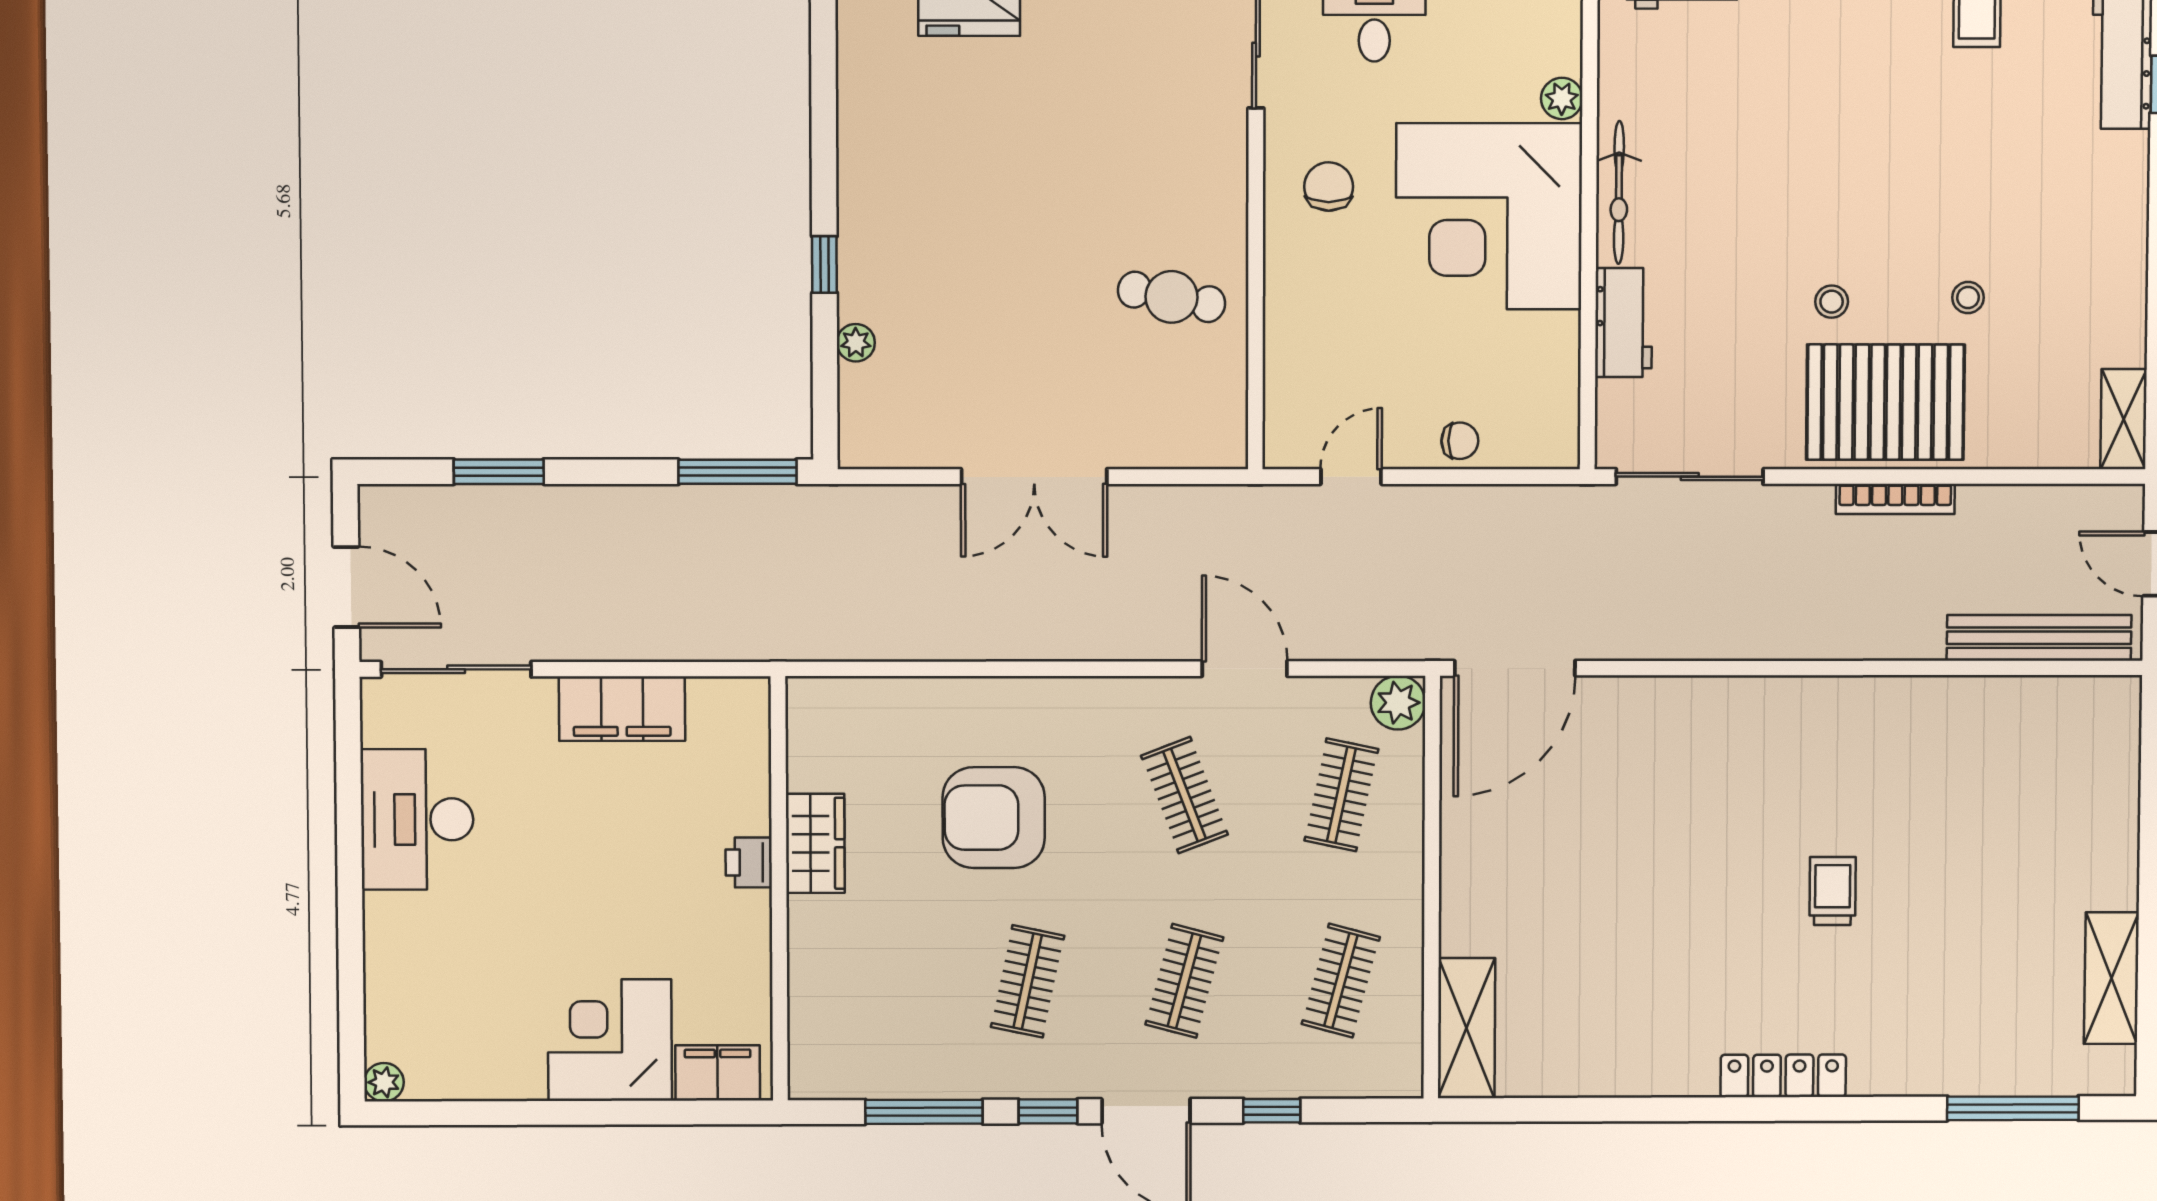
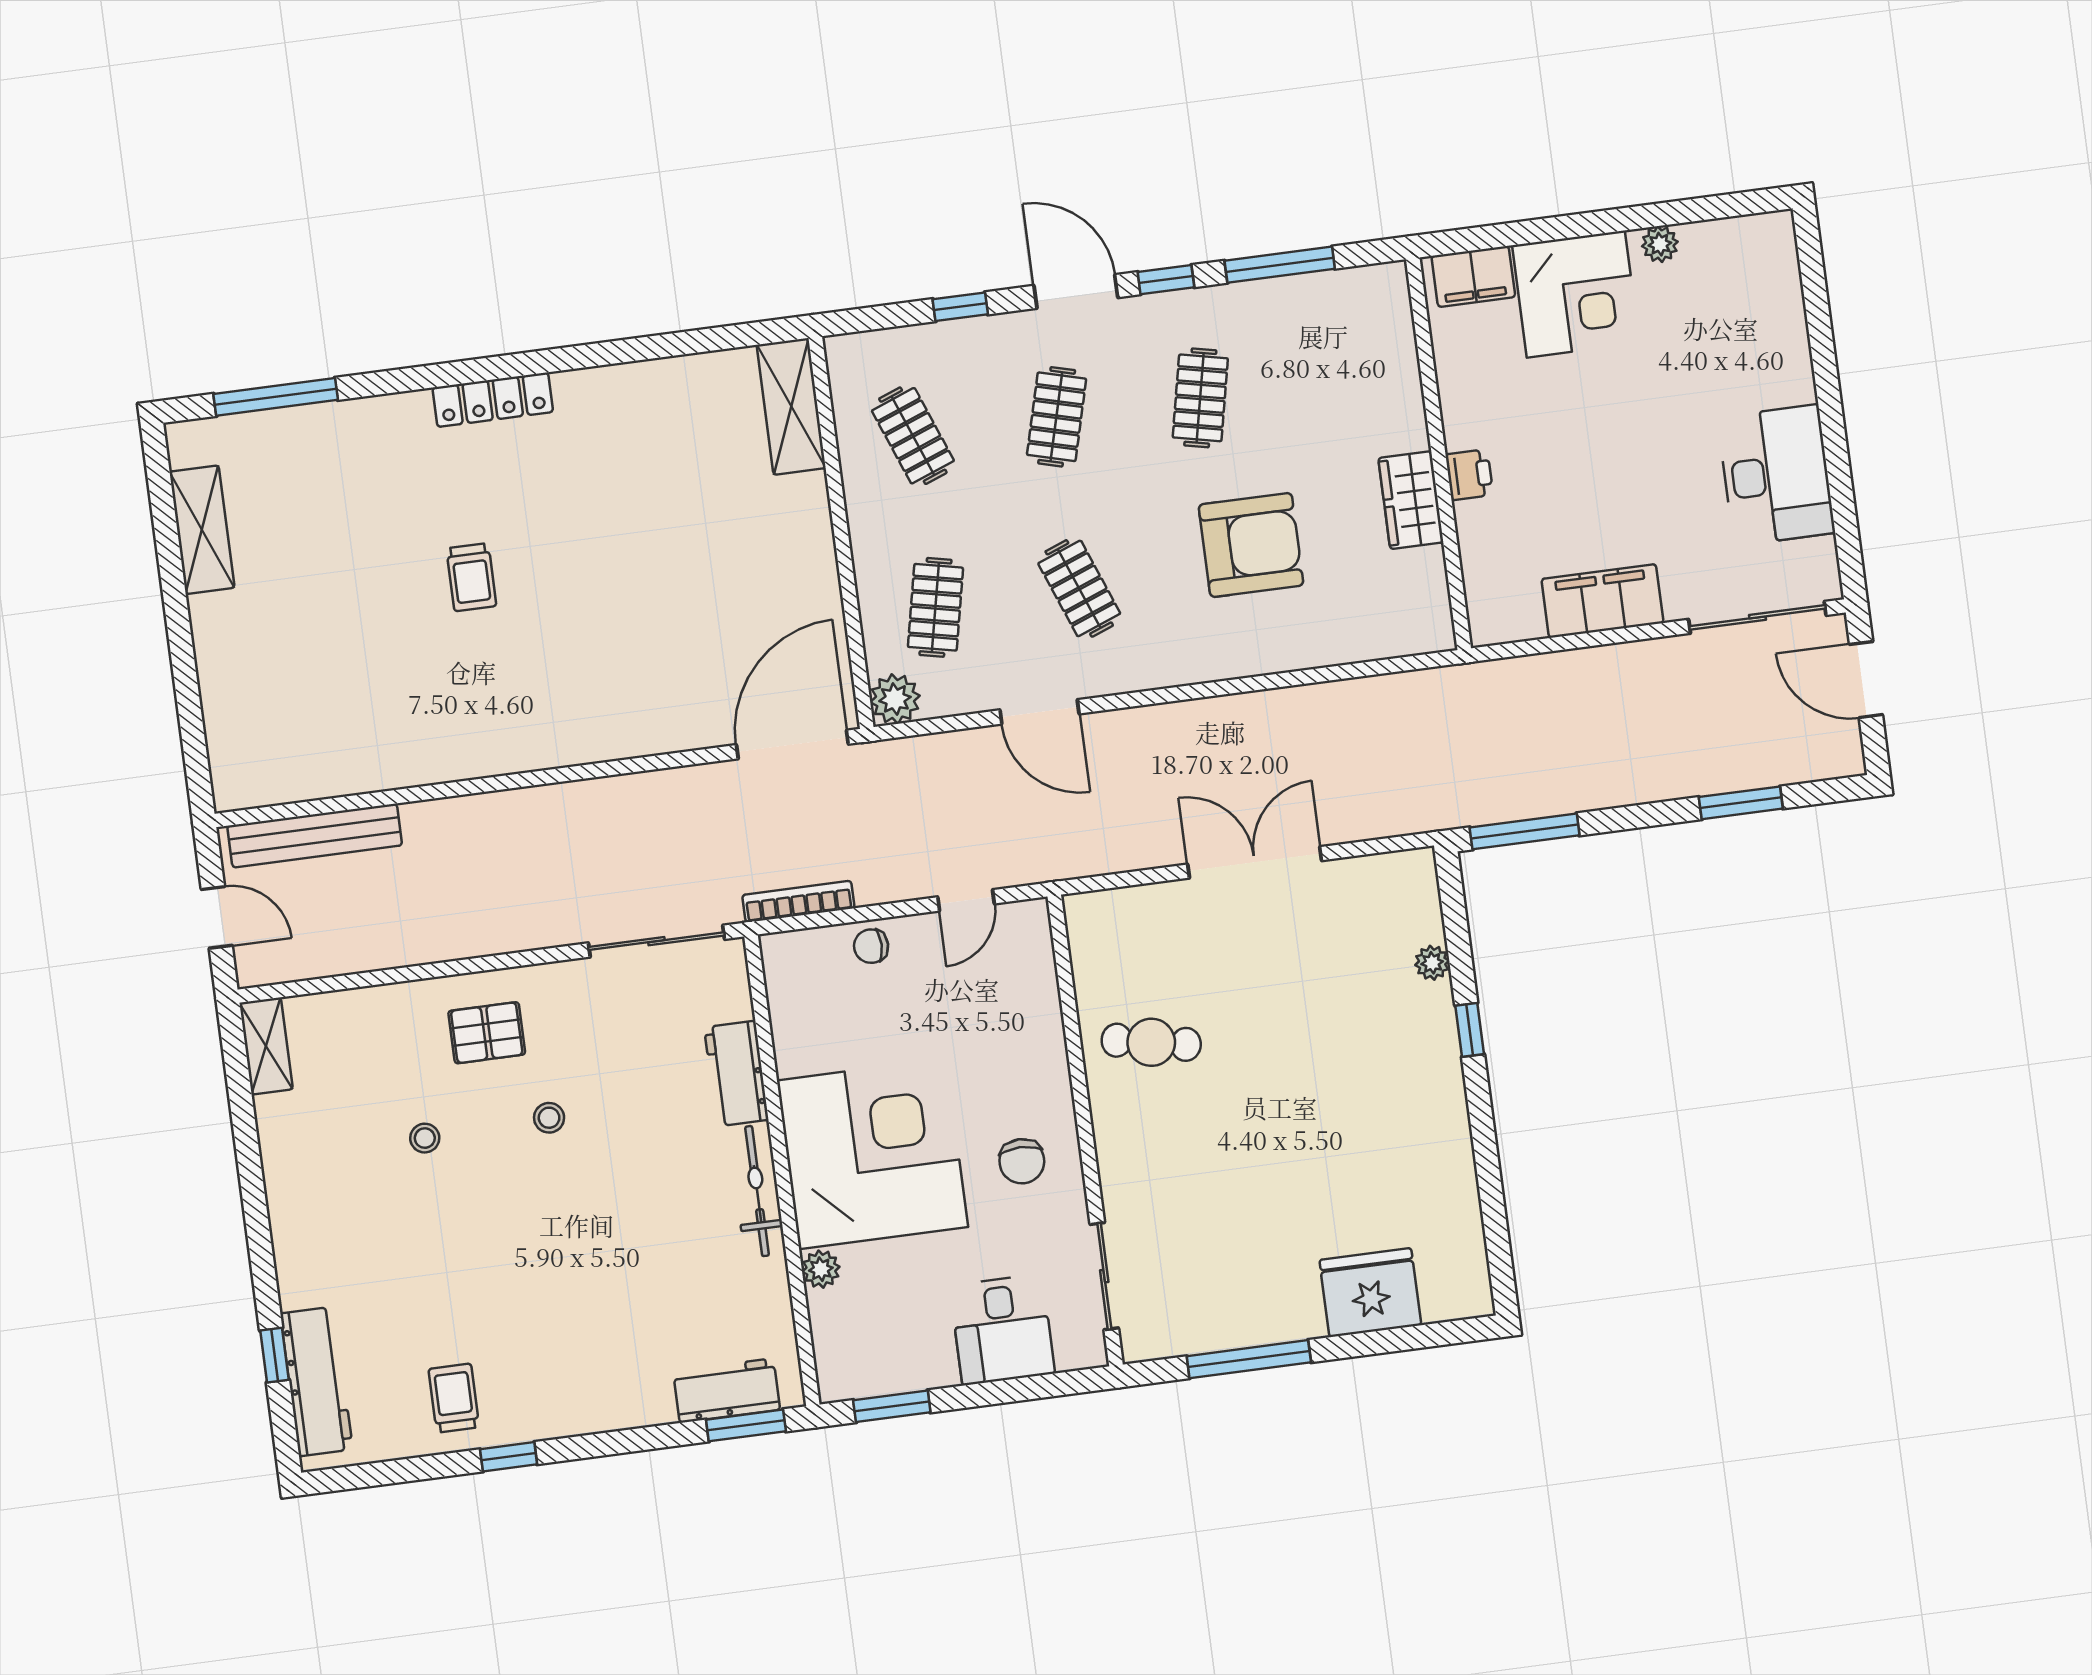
pallet: (1885, 402) -> (487, 1033), width x0.49, depth x0.50
bookcase: (1895, 499) -> (798, 902), moved
clothes rail: (1341, 981) -> (913, 436), turned -36
plant: (384, 1082) -> (1660, 244), moved

